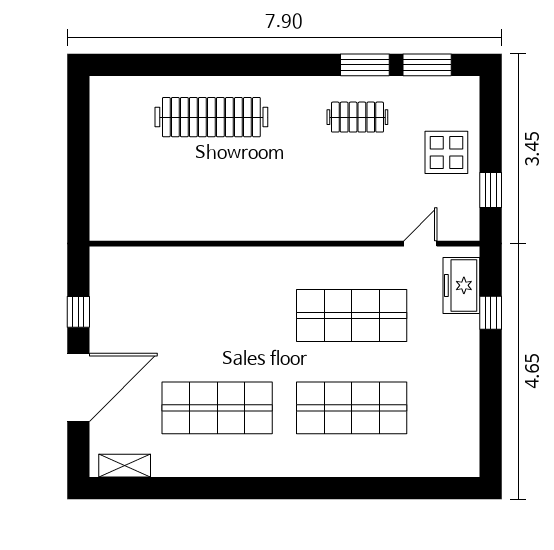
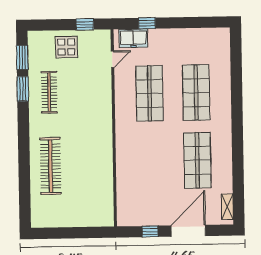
clothes rail: (357, 117) -> (49, 92), width x1.36
door: (420, 244) -> (113, 59), swing flipped
door: (78, 388) -> (188, 231), hinge flipped

